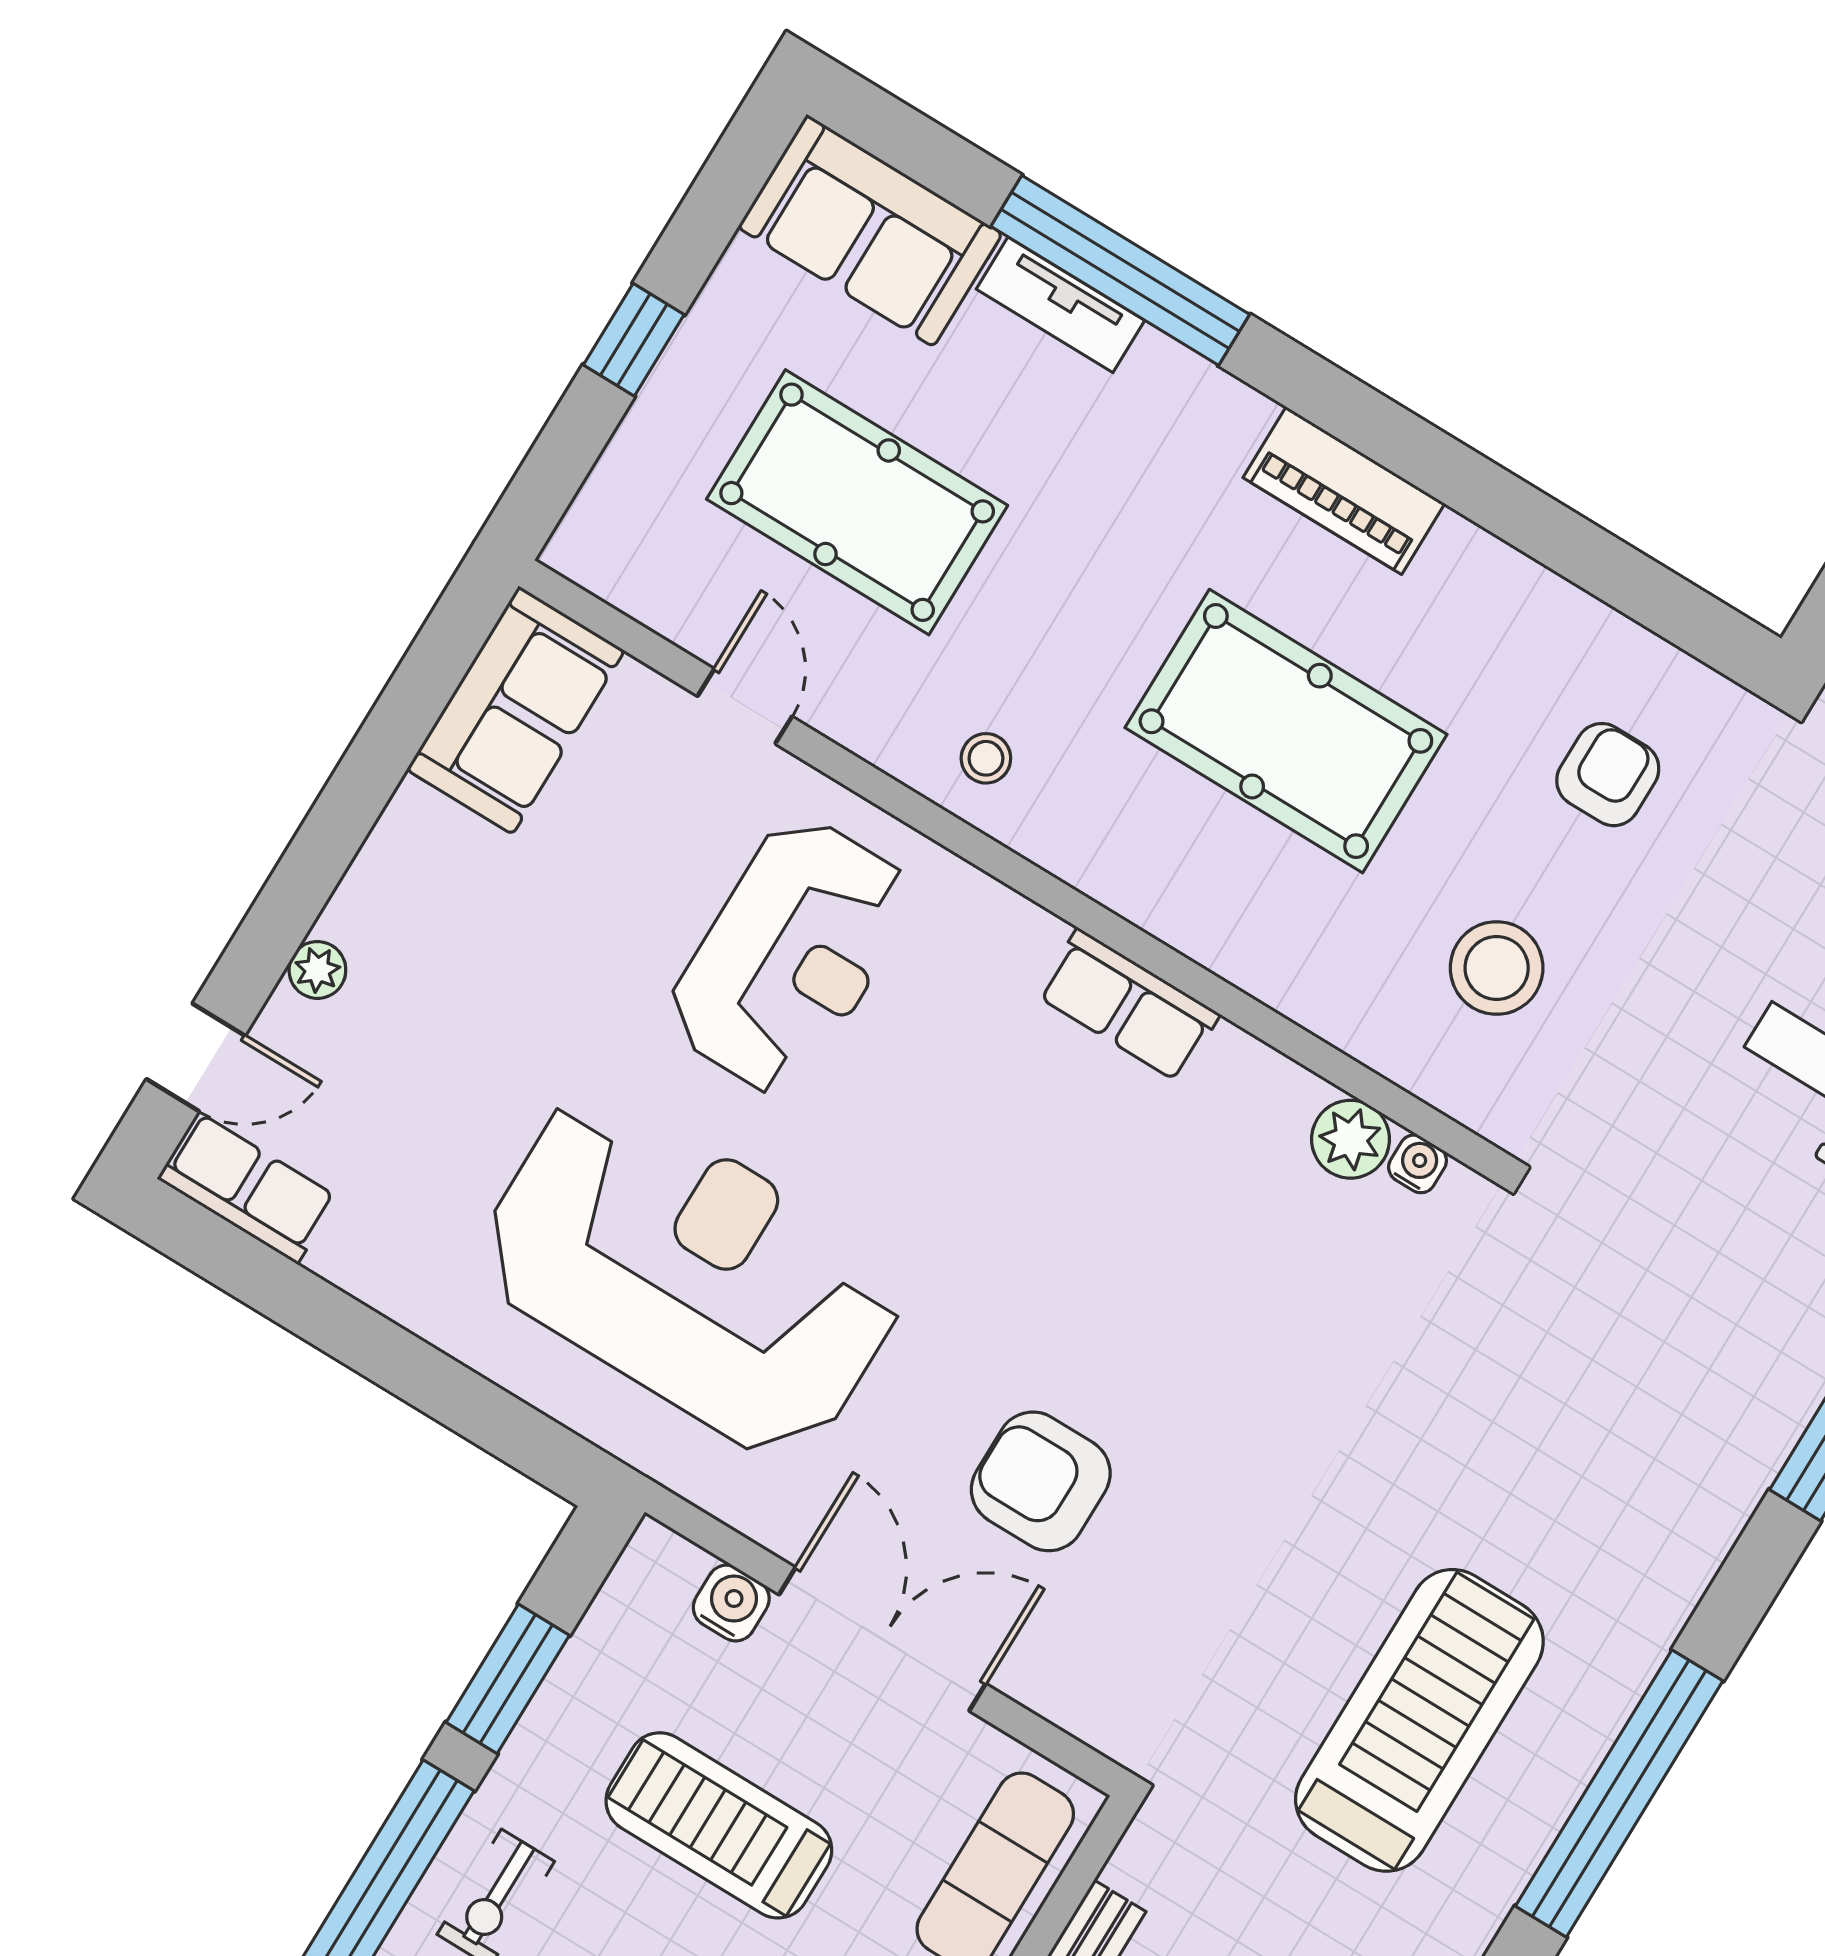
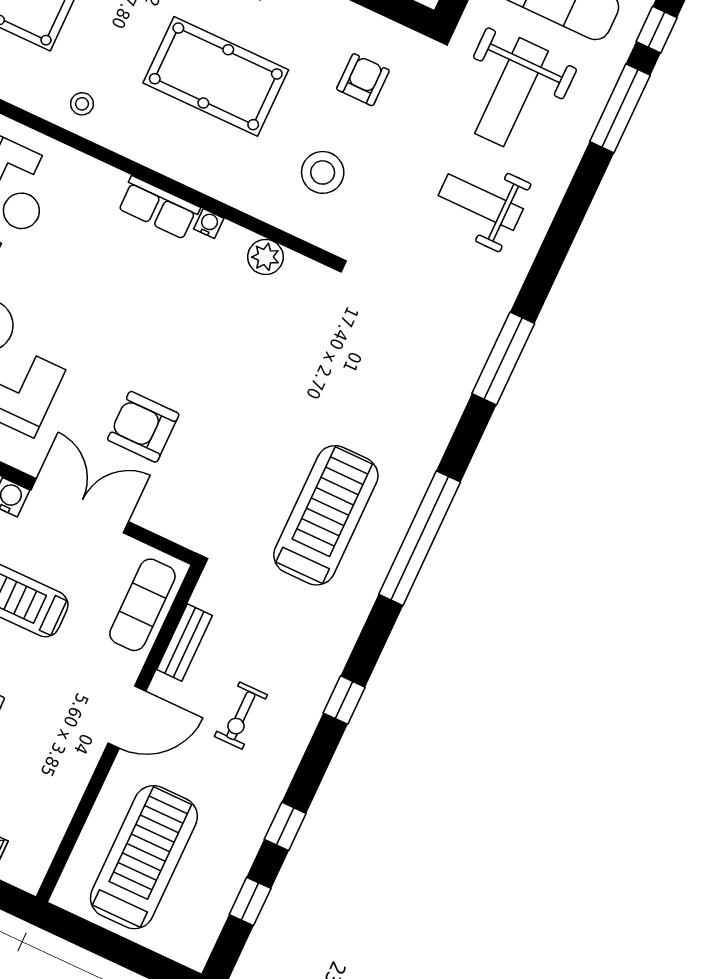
water cooler: (1418, 1164) -> (209, 224), moved

